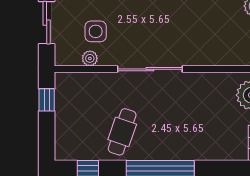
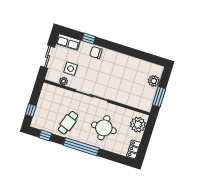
window: (47, 100) -> (31, 110), moved
round table: (191, 121) -> (104, 128), added

